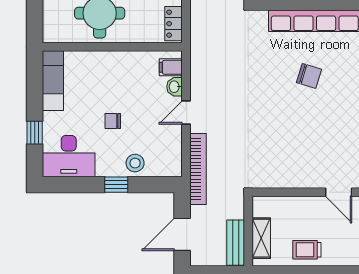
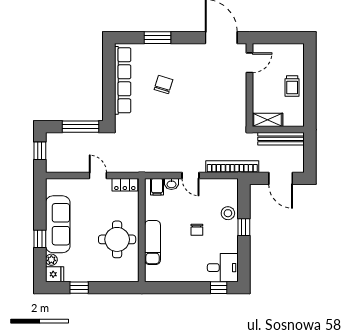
exam couch: (53, 81) -> (152, 242), moved, turned 90
window: (35, 133) -> (219, 288), moved
desk: (69, 156) -> (223, 268), width x0.73
shelving: (261, 238) -> (268, 120), moved
bench: (236, 243) -> (281, 139), width x1.36

